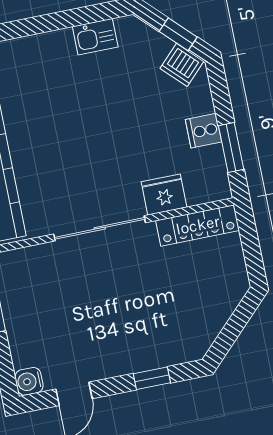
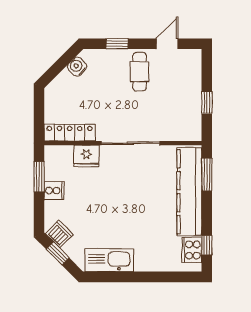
kitchen sink: (95, 37) -> (109, 260), width x1.88, depth x1.24
cafe table: (108, 342) -> (140, 72), added
water cooler: (29, 381) -> (77, 67), moved, turned -135

